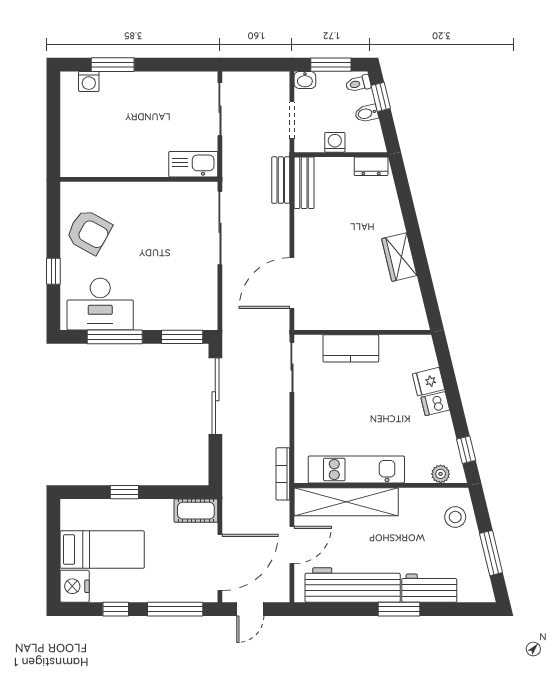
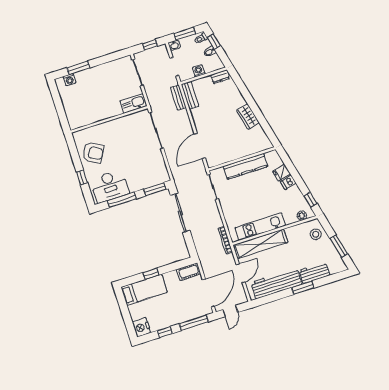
window: (260, 65) -> (150, 45), added
kitchen counter: (351, 348) -> (245, 166), width x1.50
bed: (102, 550) -> (144, 290), moved

